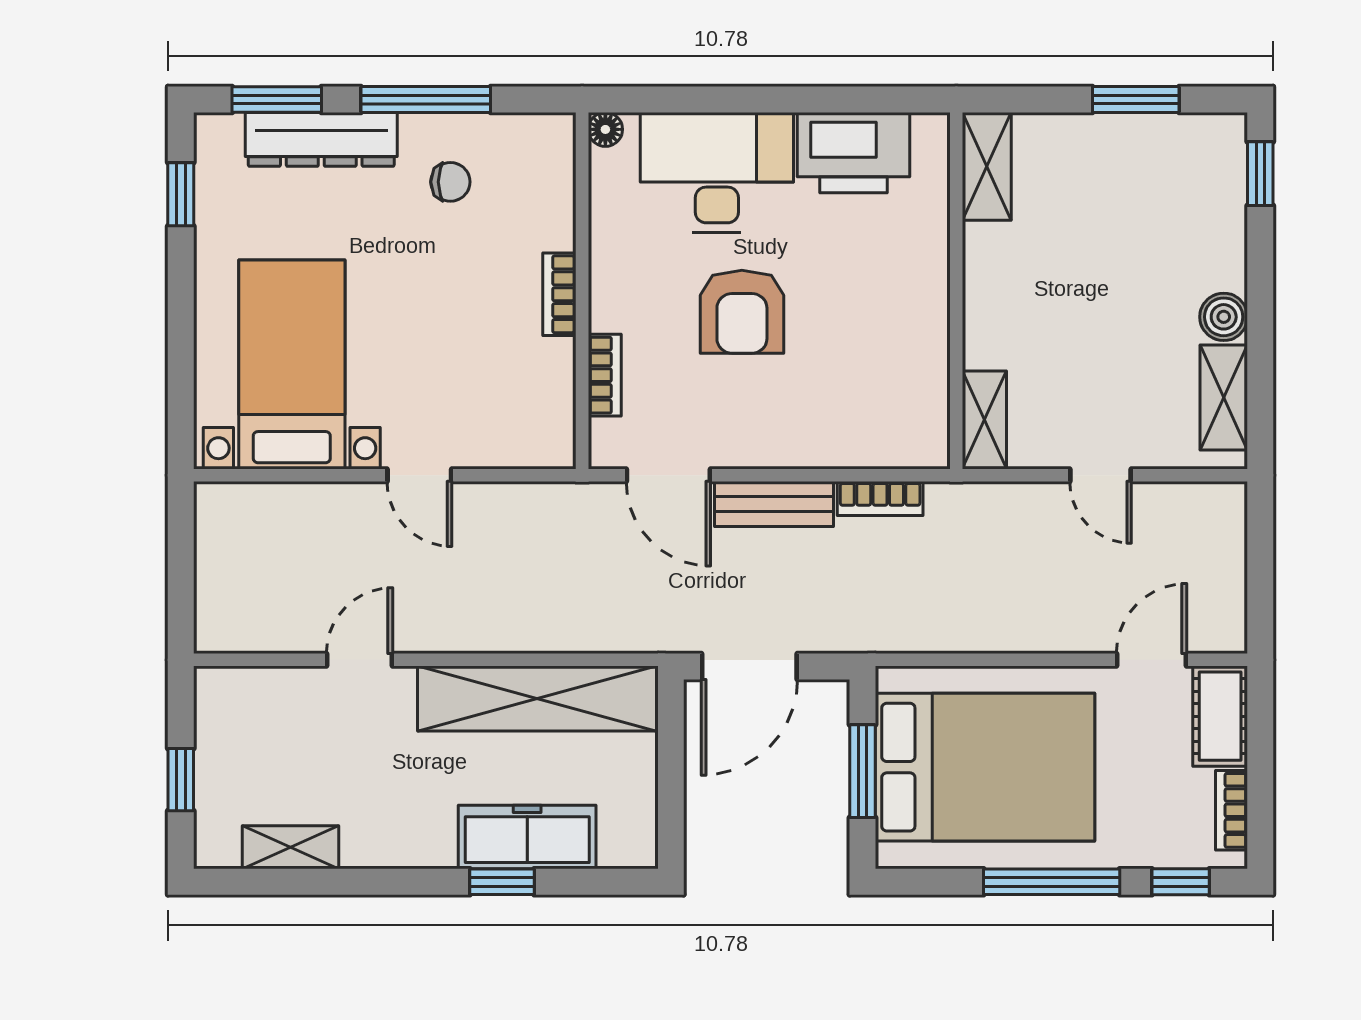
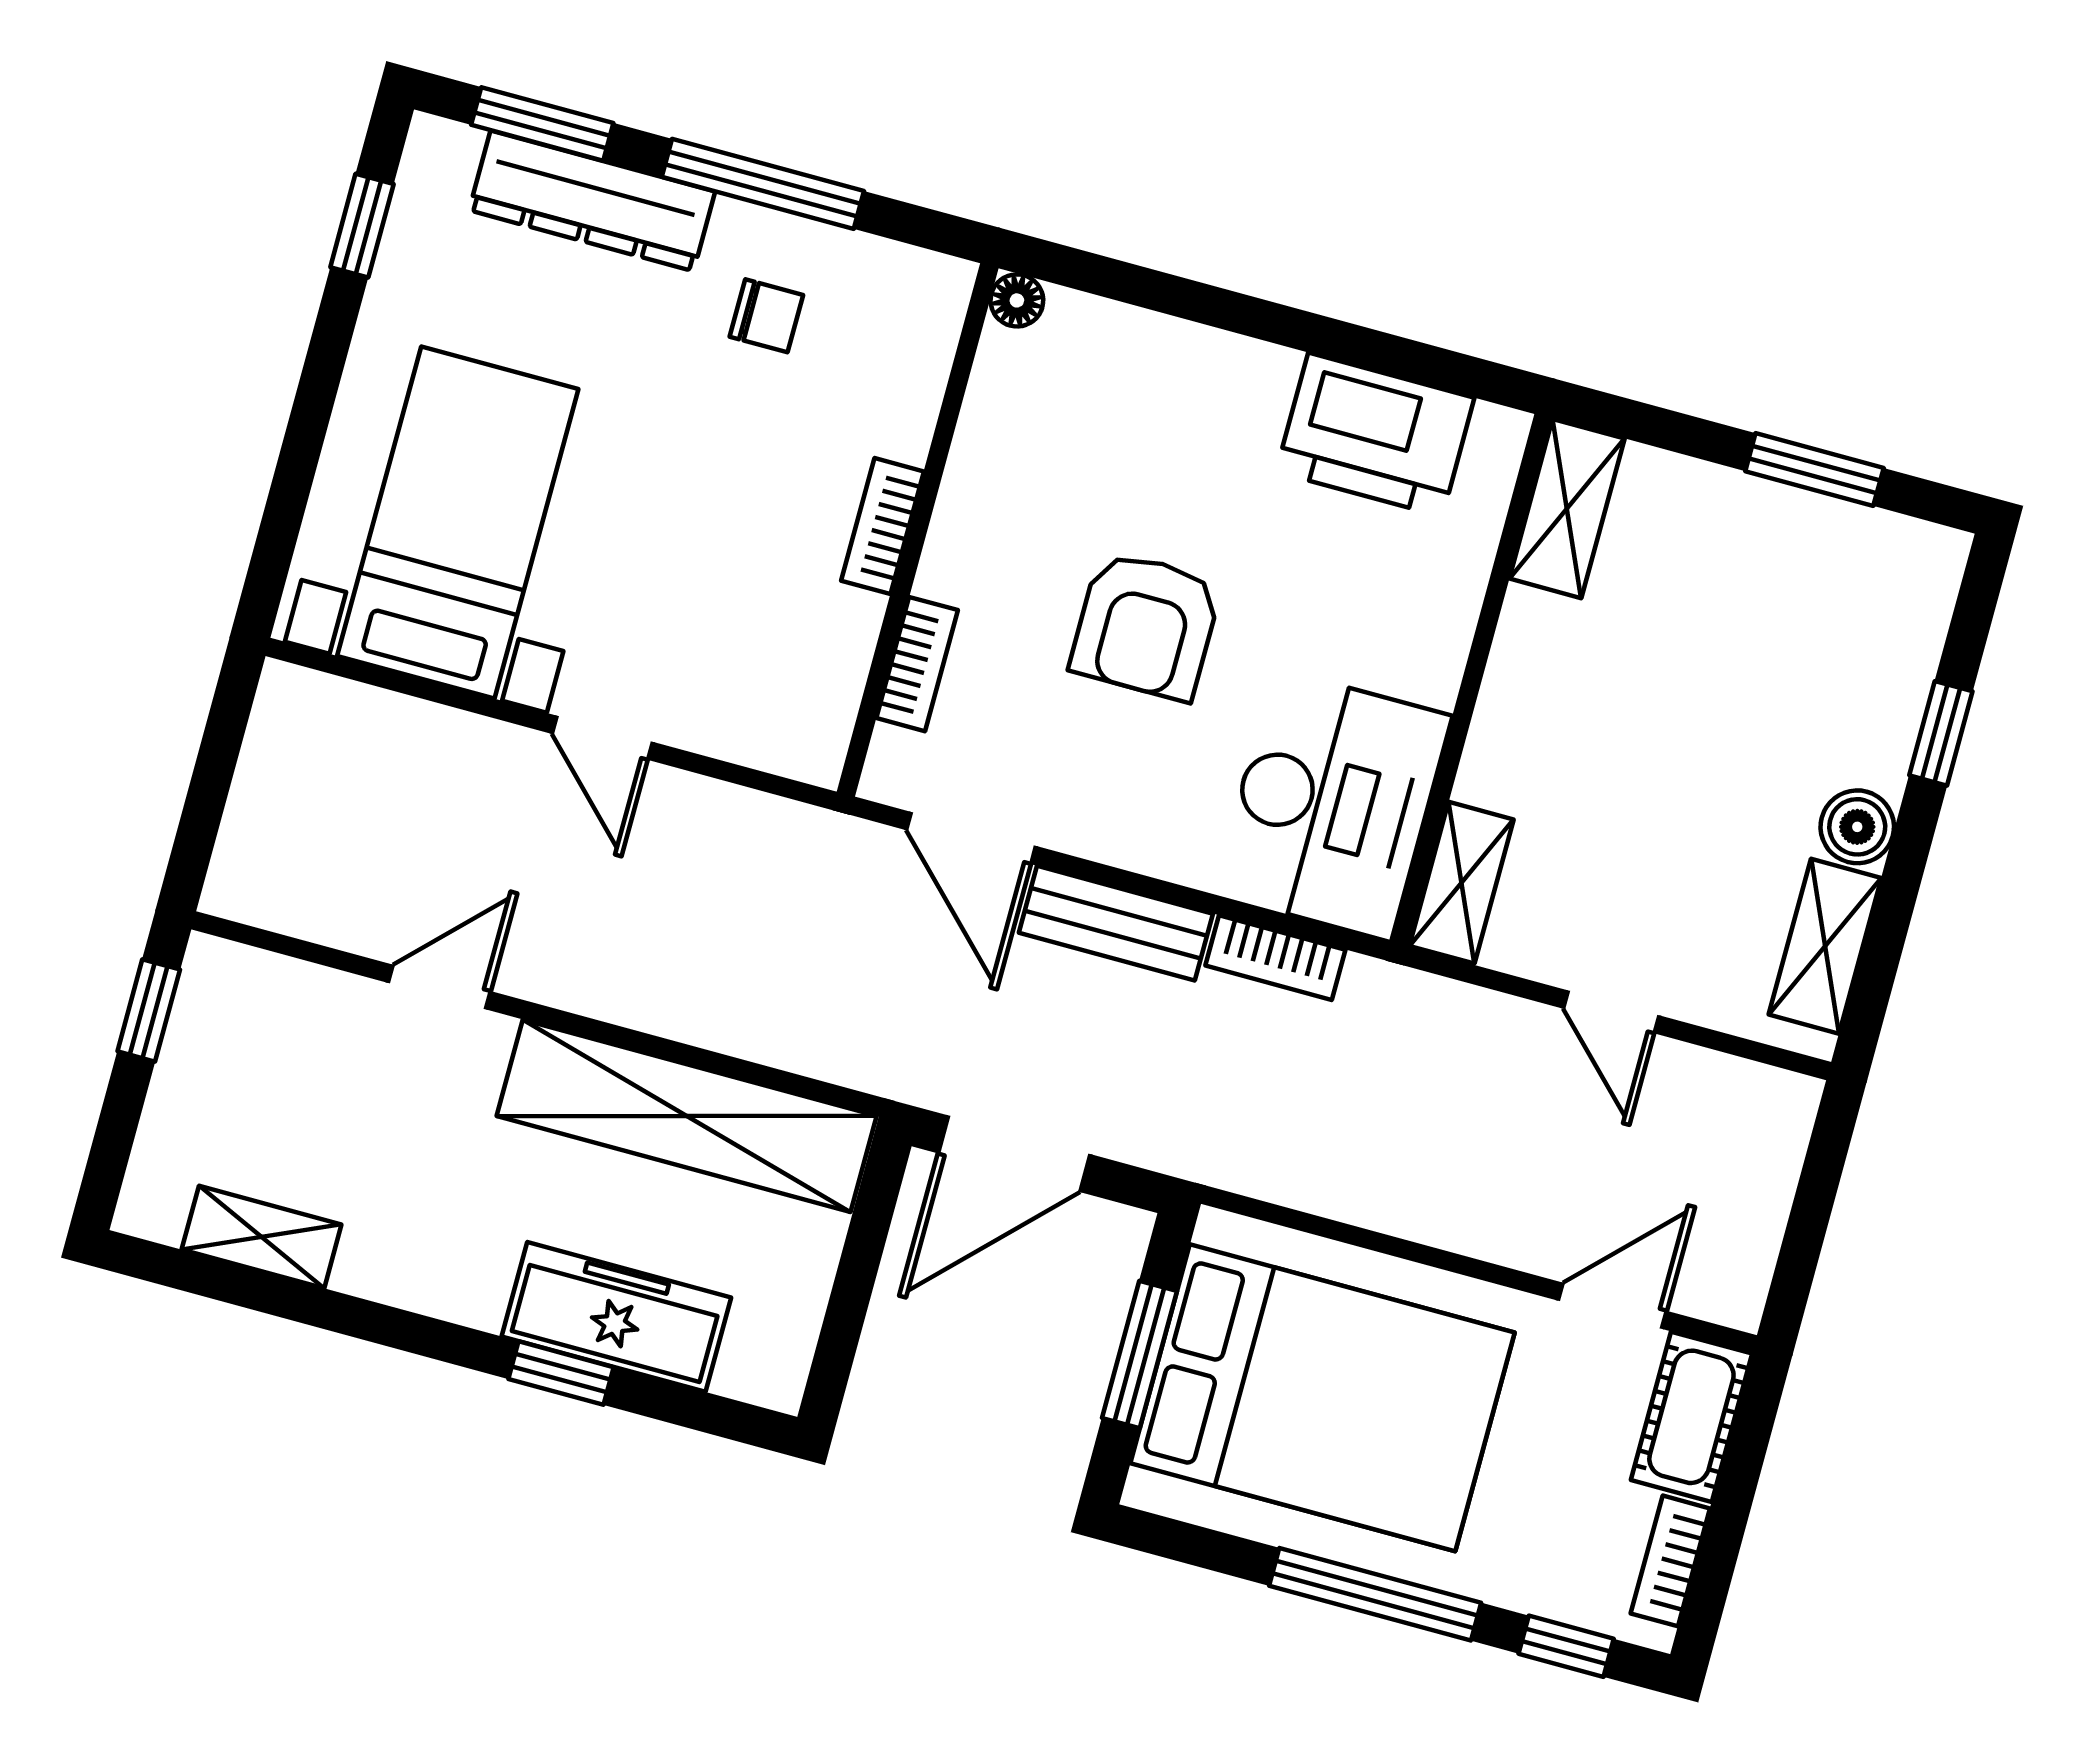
desk: (717, 172) -> (1333, 805), moved, turned 90
window: (1260, 174) -> (1941, 733), moved
window: (181, 780) -> (149, 1010), moved

